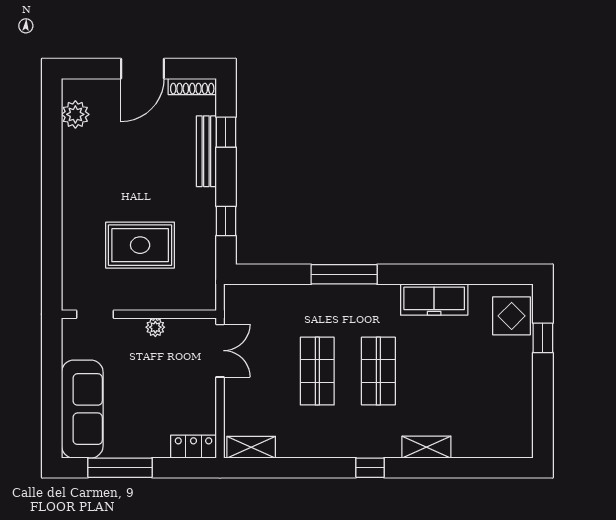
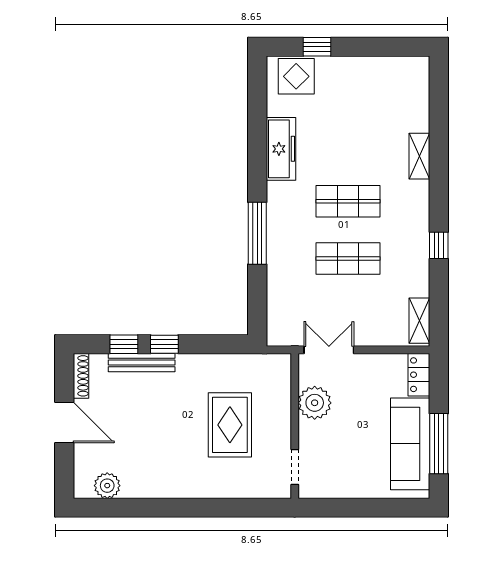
window: (226, 221) -> (164, 344), moved
plant: (155, 327) -> (315, 403), width x1.88, depth x1.88
sofa: (82, 409) -> (410, 444), moved, turned -90
window: (370, 468) -> (439, 245), moved

